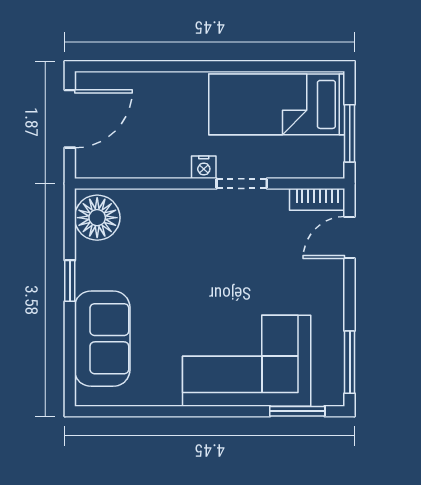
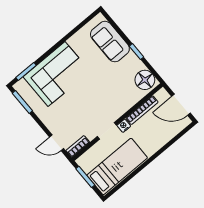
door: (70, 119) -> (181, 105), hinge flipped
bookcase: (148, 168) -> (142, 110), added
door: (350, 238) -> (57, 143), swing flipped

